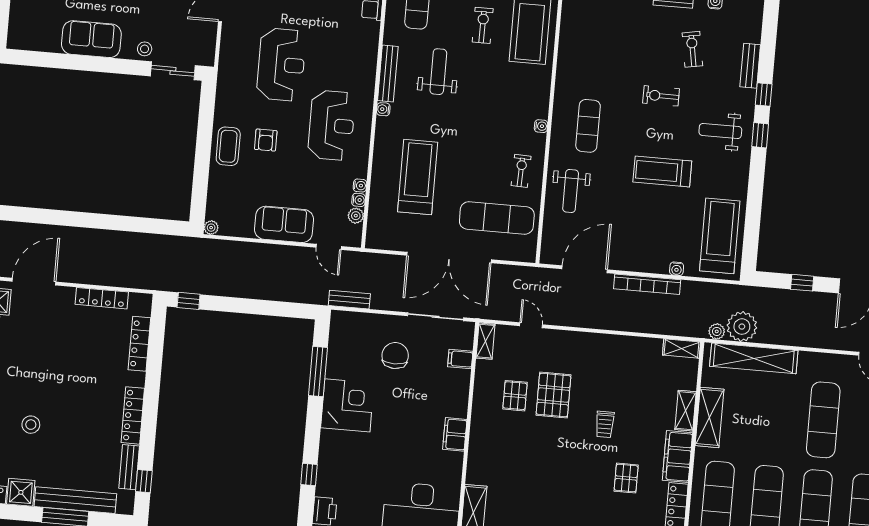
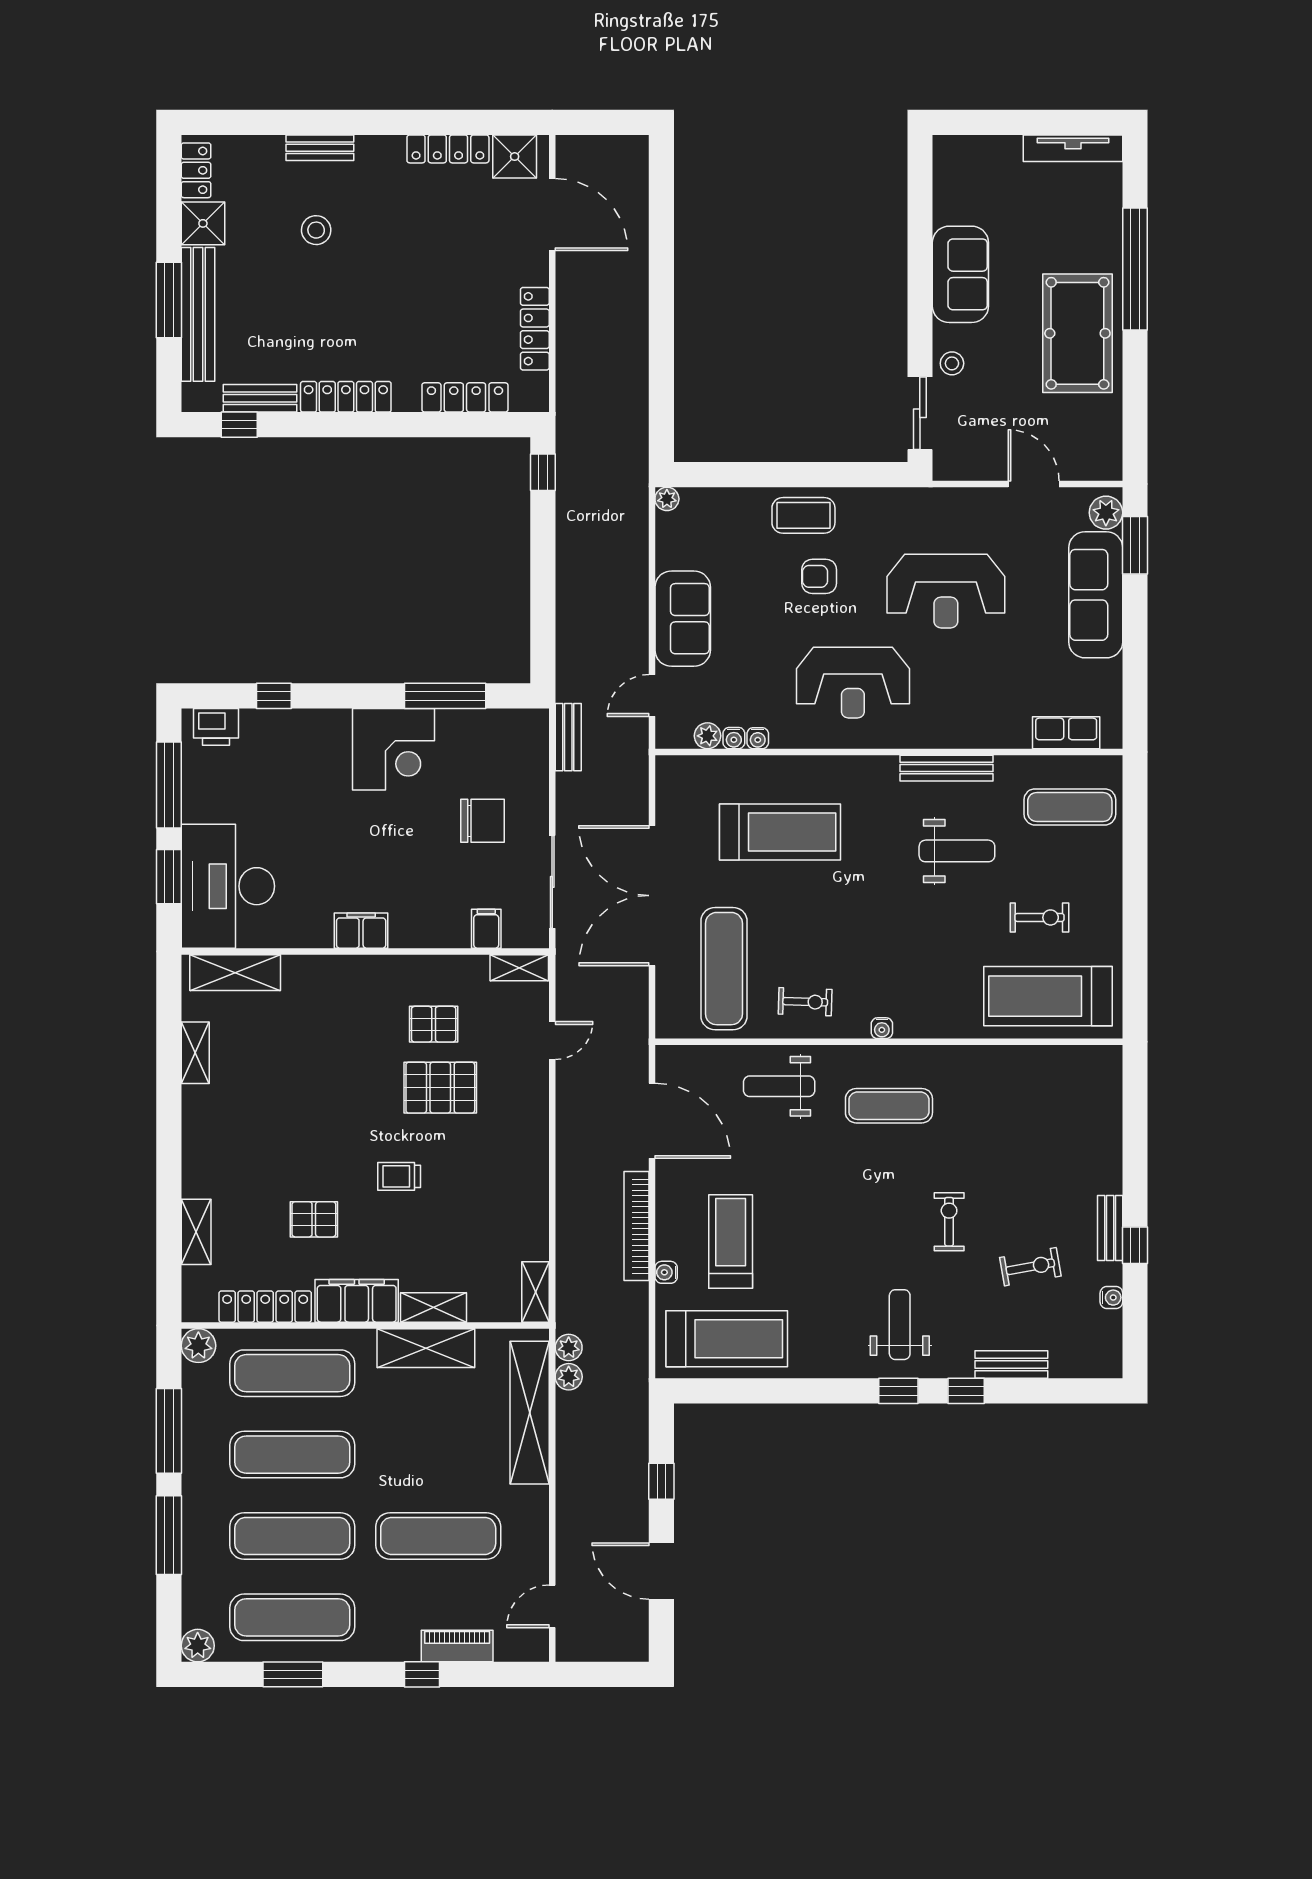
water cooler: (383, 109) -> (887, 766), removed
treadmill: (662, 171) -> (731, 1241), moved
plant: (742, 327) -> (569, 1377), width x0.53, depth x0.53

